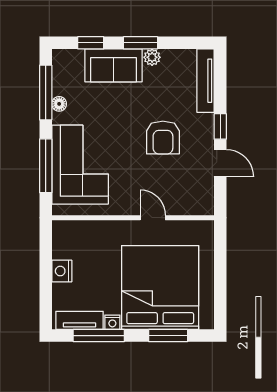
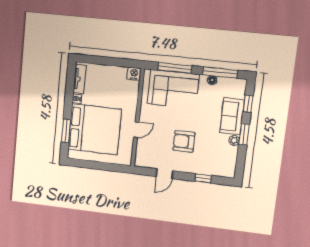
tv unit: (206, 81) -> (216, 171), removed
window: (220, 126) -> (203, 178), moved
nightstand: (62, 271) -> (134, 74), moved
window: (99, 336) -> (70, 90), removed

